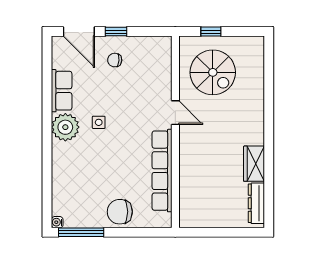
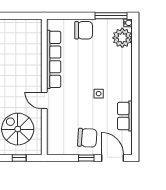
chair: (115, 60) -> (87, 138), width x1.87, depth x1.87
plant: (65, 127) -> (122, 38), moved

